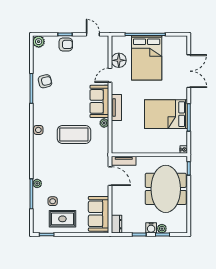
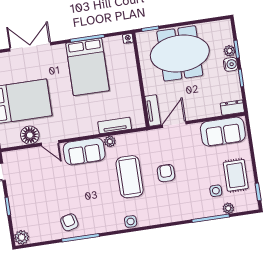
armchair: (66, 44) -> (166, 173), moved
tv unit: (116, 108) -> (115, 125), moved
plant: (37, 183) -> (228, 208), moved

